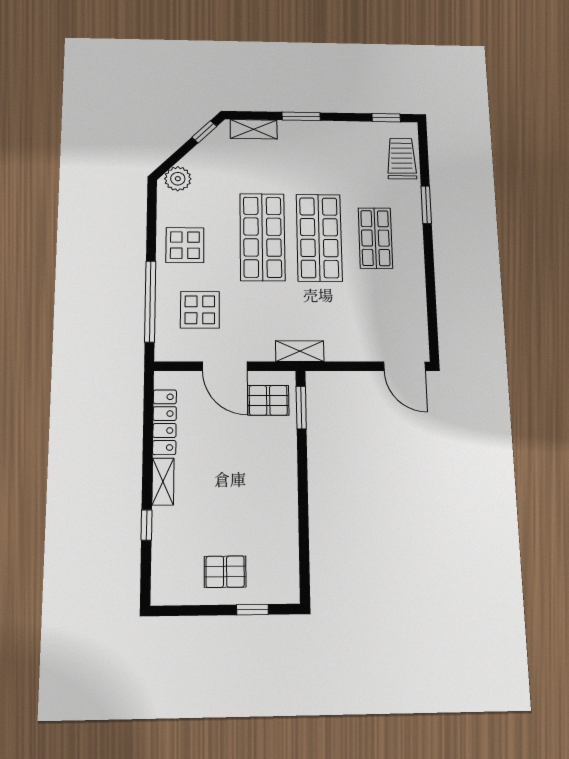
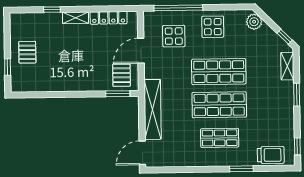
shelving: (300, 351) -> (153, 109), width x2.20, depth x1.33

